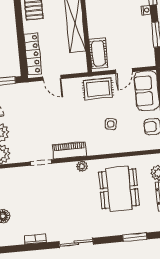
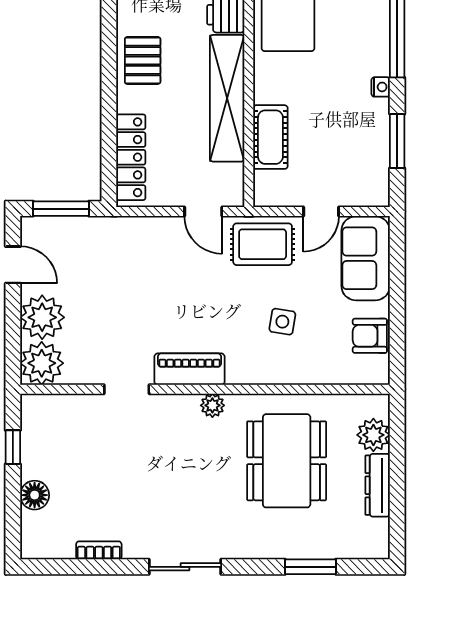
cot: (98, 53) -> (270, 137), moved
door: (52, 78) -> (203, 212), moved

